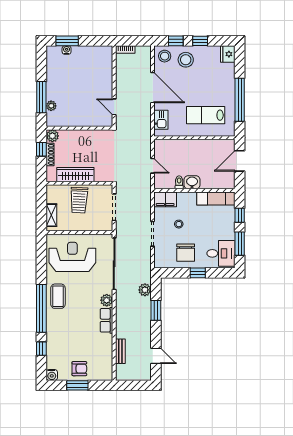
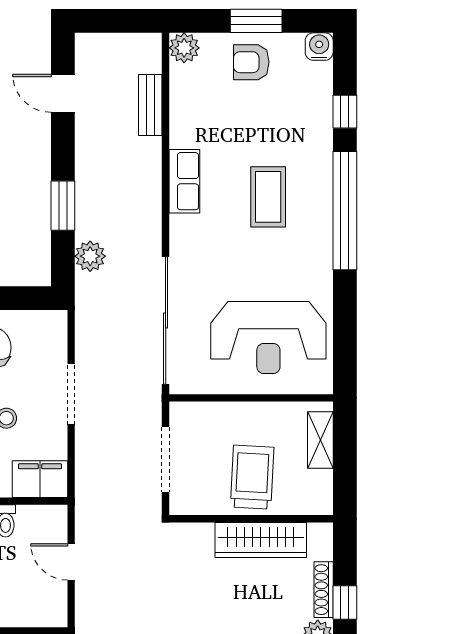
coffee table: (58, 296) -> (268, 197), moved
plant: (107, 300) -> (184, 48), moved

